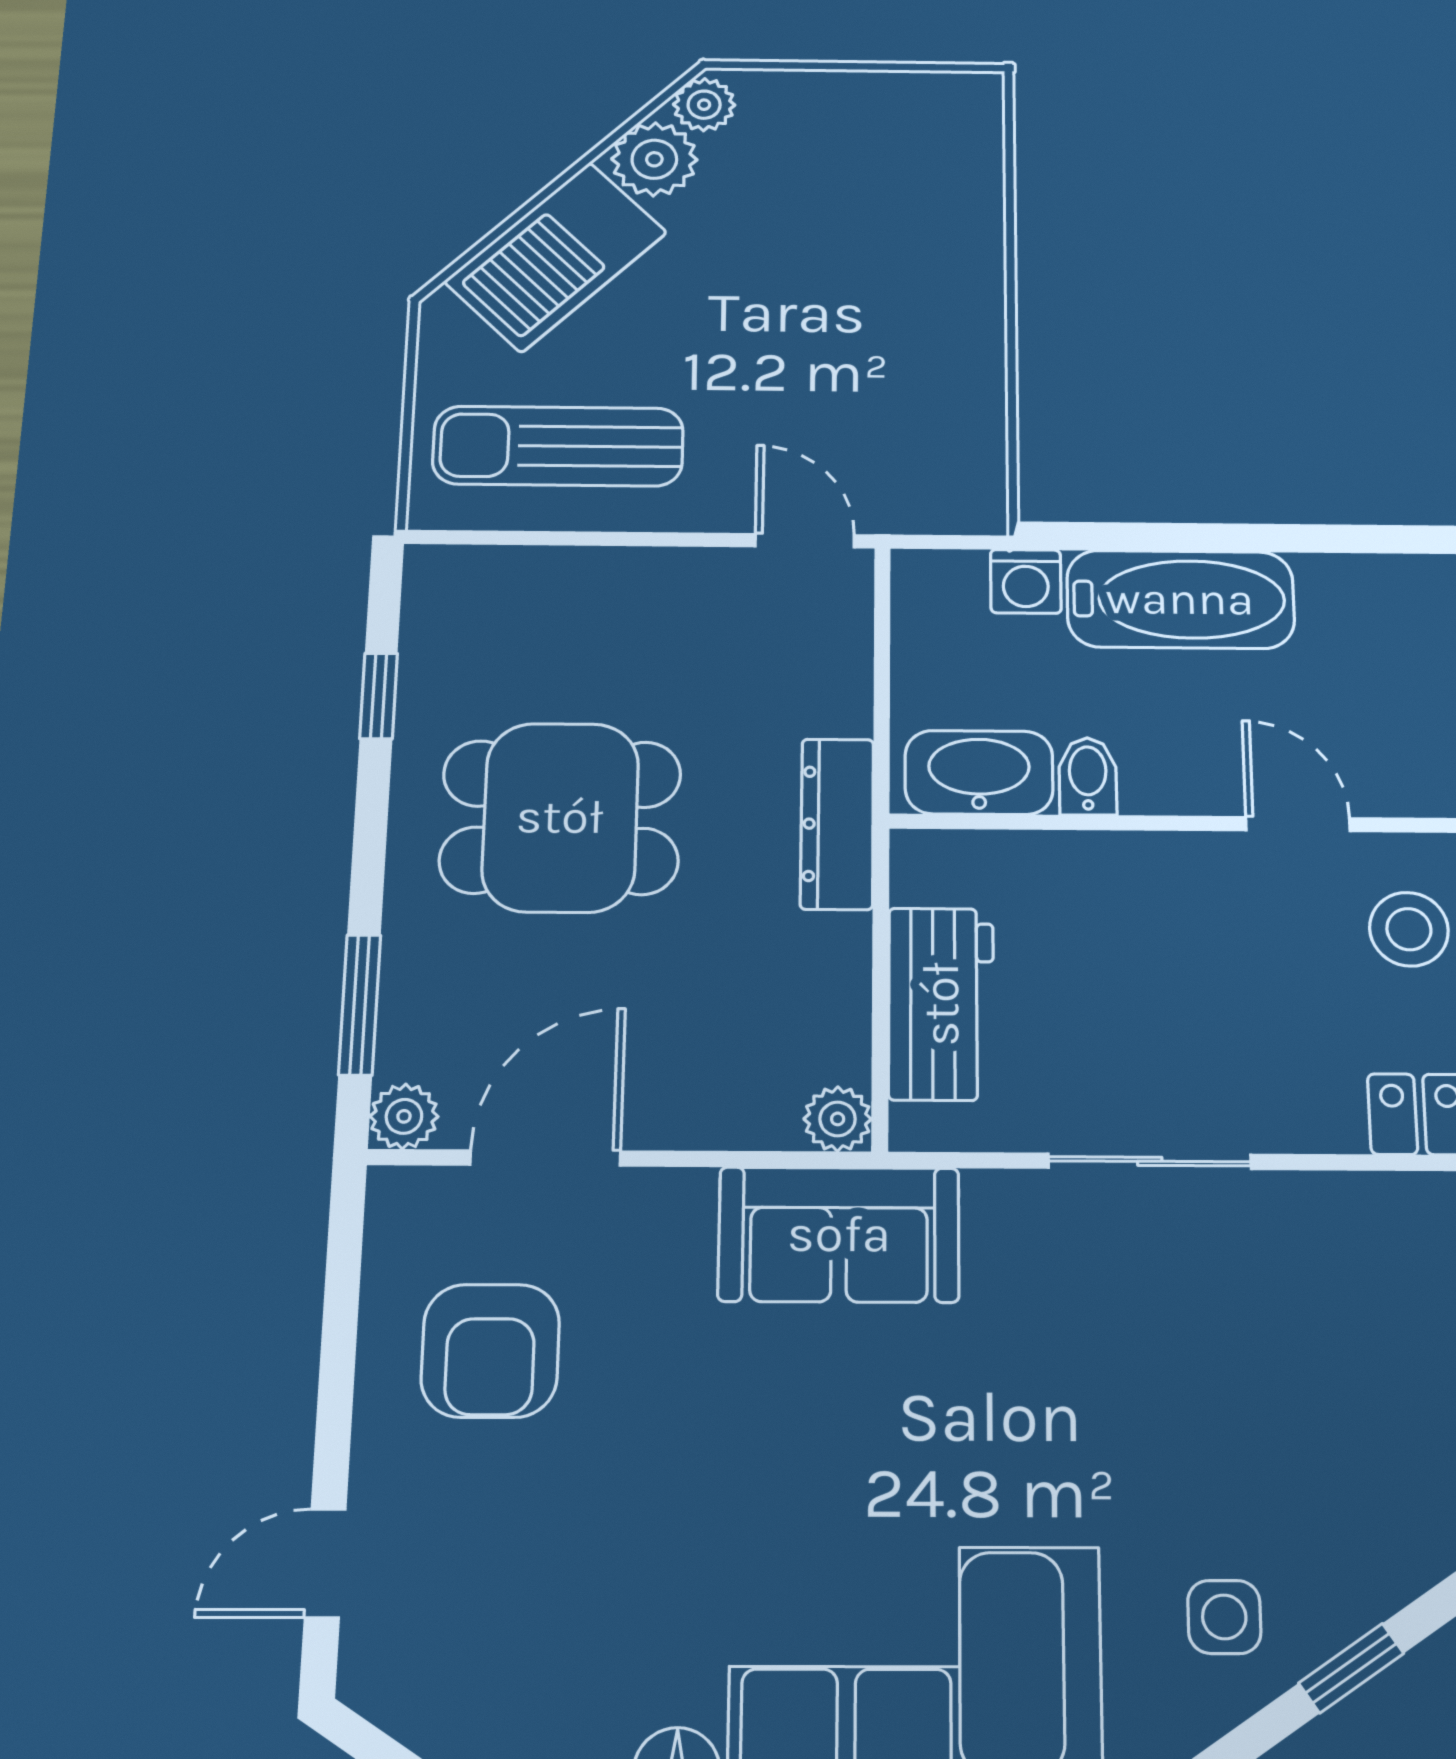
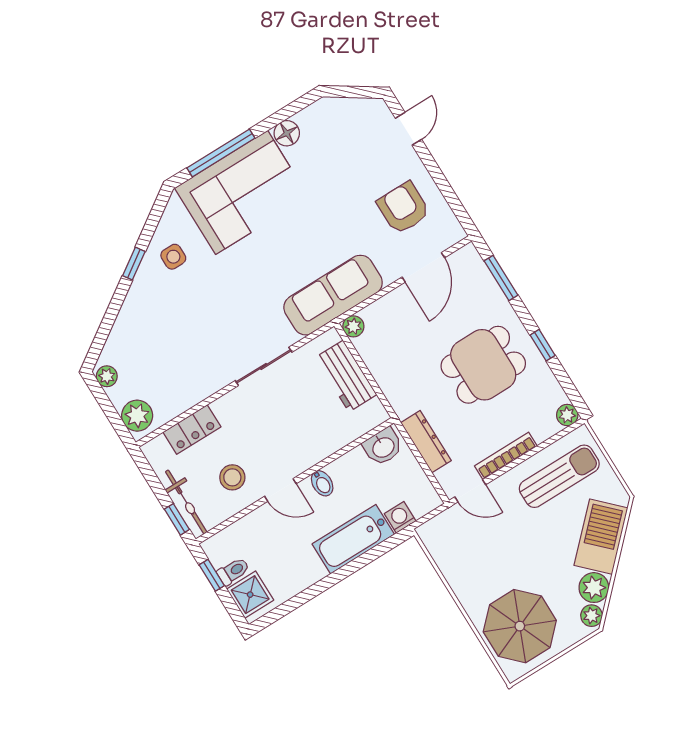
parasol: (893, 178) -> (520, 626), added
bookcase: (658, 569) -> (506, 456), added
window: (379, 696) -> (543, 345), moved
washbasin: (979, 772) -> (383, 447), width x0.72
bidet: (1088, 776) -> (322, 483), moved
dresser: (837, 824) -> (426, 442), moved
plant: (404, 1116) -> (567, 415), moved
sofa: (839, 1234) -> (333, 295), width x1.36

